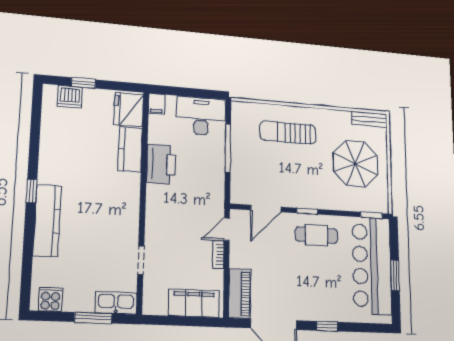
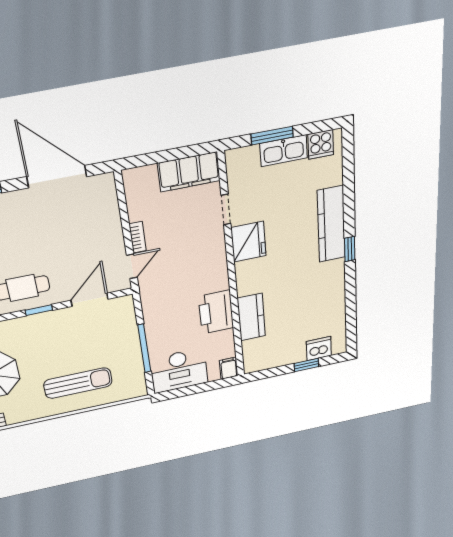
fridge: (129, 110) -> (249, 242), moved
piano: (240, 294) -> (105, 201), removed
kitchen sink: (116, 303) -> (284, 151), moved
filing cabinet: (194, 303) -> (189, 172), moved

